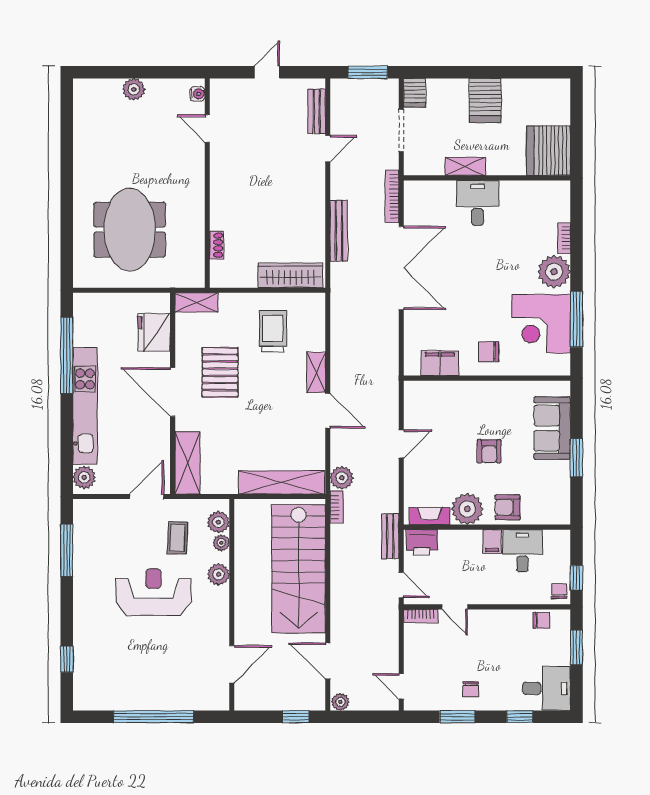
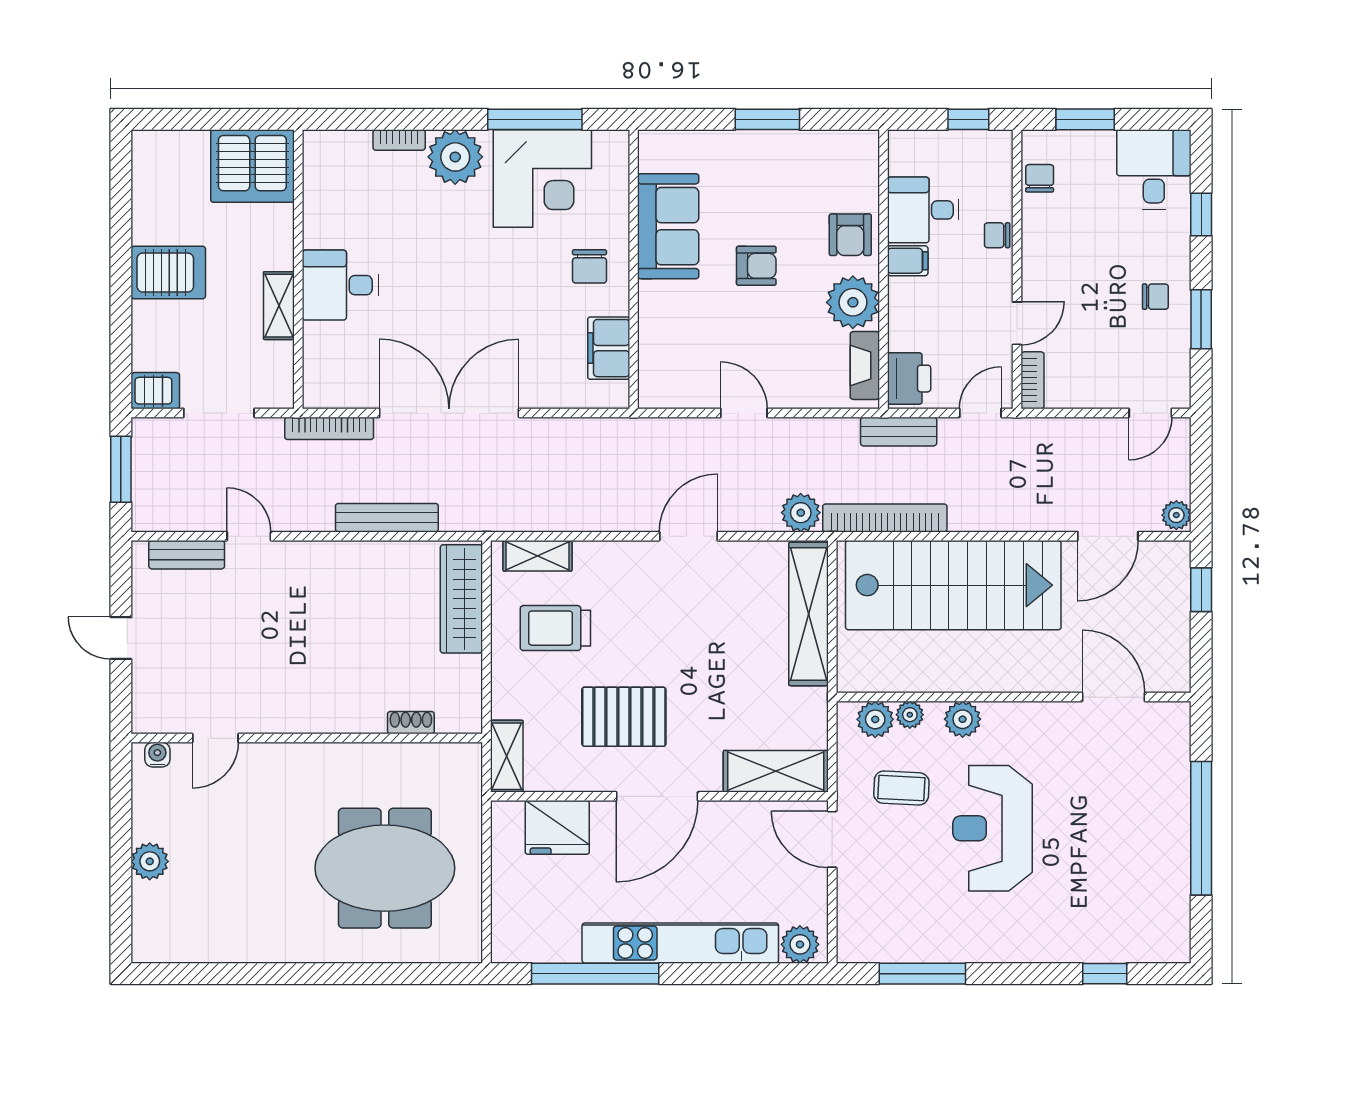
shelving: (316, 373) -> (537, 556), moved
sofa: (552, 428) -> (668, 226), moved, turned -90
bookcase: (337, 507) -> (885, 518), width x2.31, depth x1.31
chair: (559, 591) -> (997, 235), moved

